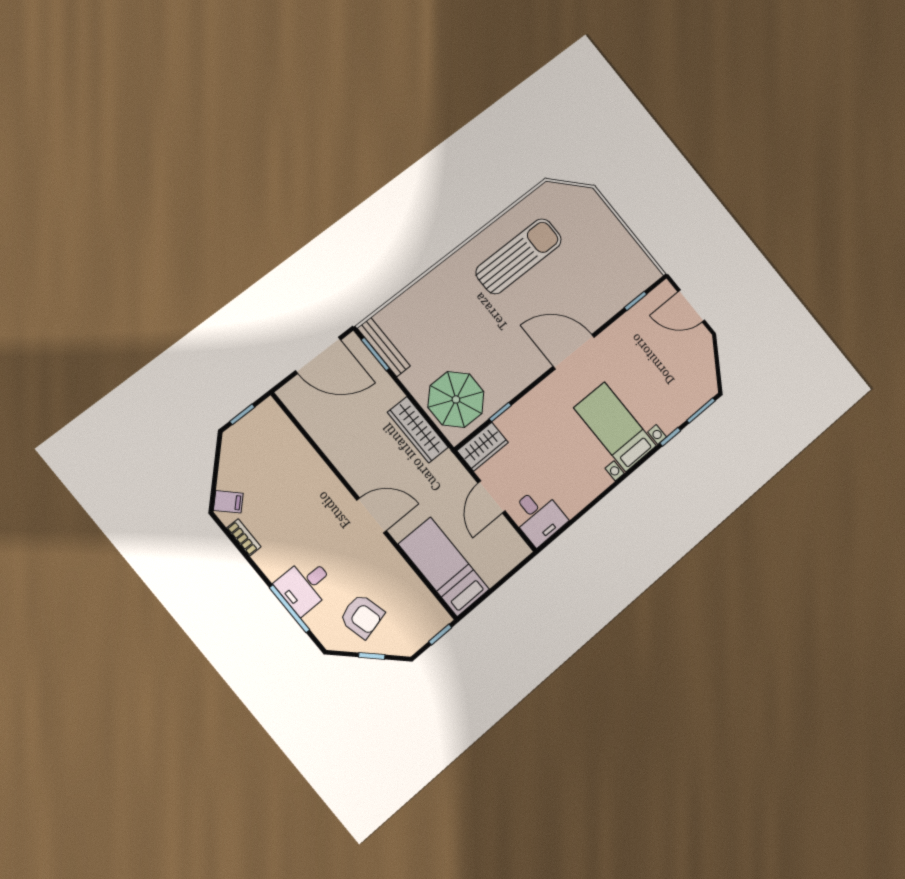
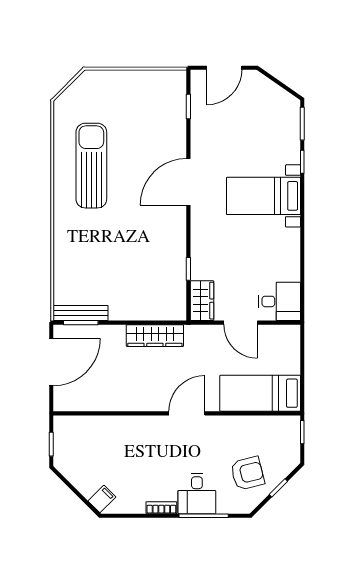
parasol: (456, 399) -> (155, 293), removed
bookcase: (244, 537) -> (161, 508), moved

